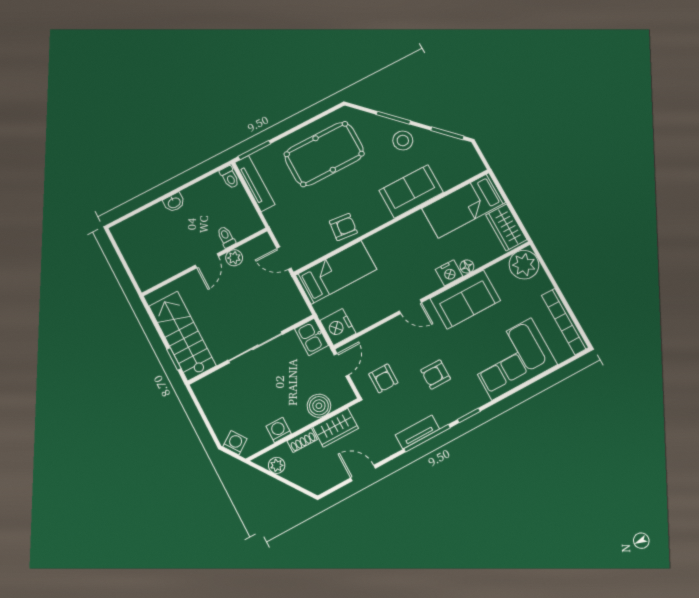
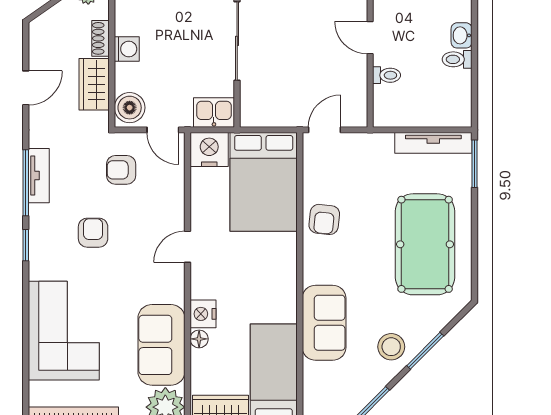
toilet: (229, 177) -> (457, 59), moved
plant: (234, 258) -> (356, 72), removed
bed: (336, 272) -> (264, 182), width x1.50
sofa: (465, 300) -> (161, 345), moved
boiler: (319, 406) -> (130, 108), moved
washing machine: (279, 430) -> (127, 49), moved

